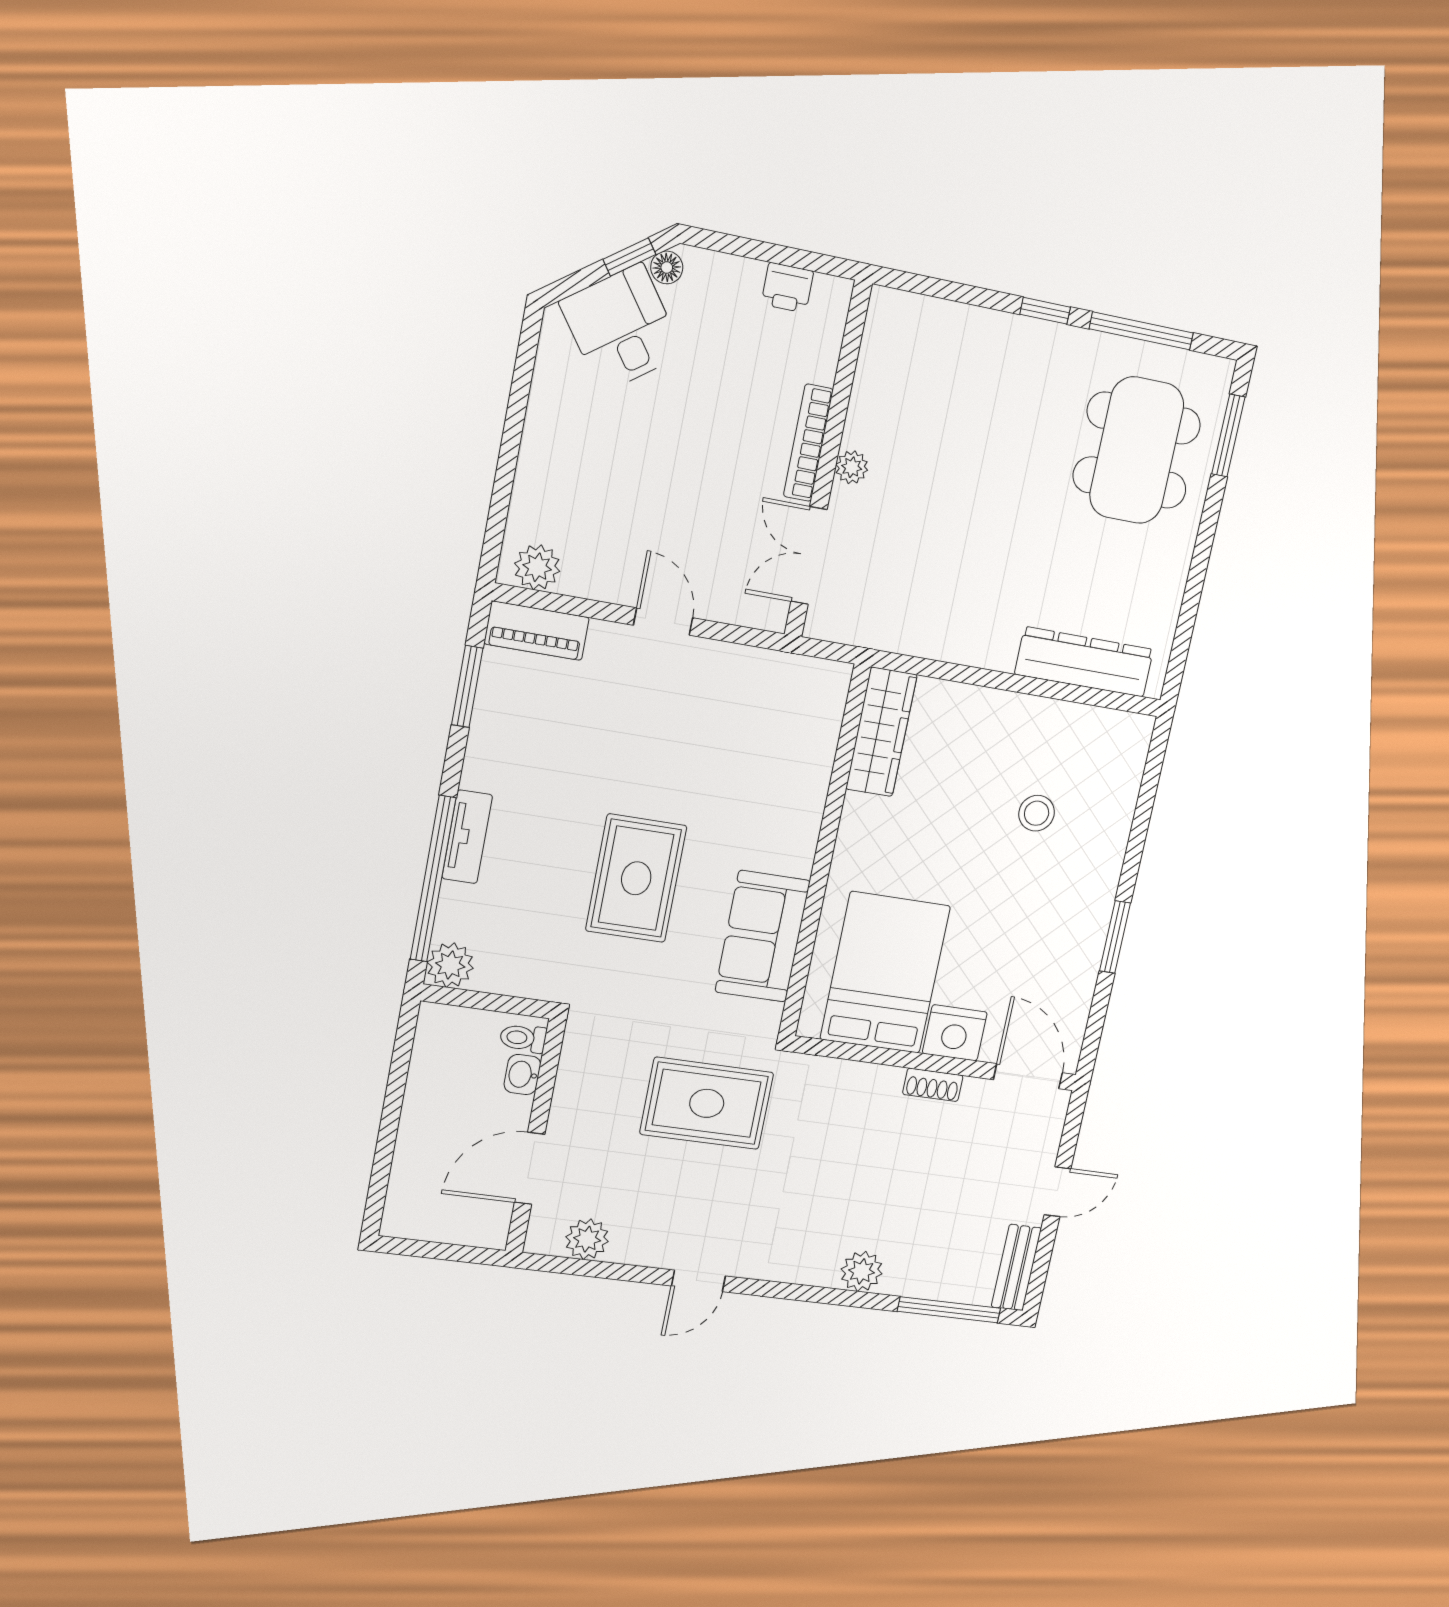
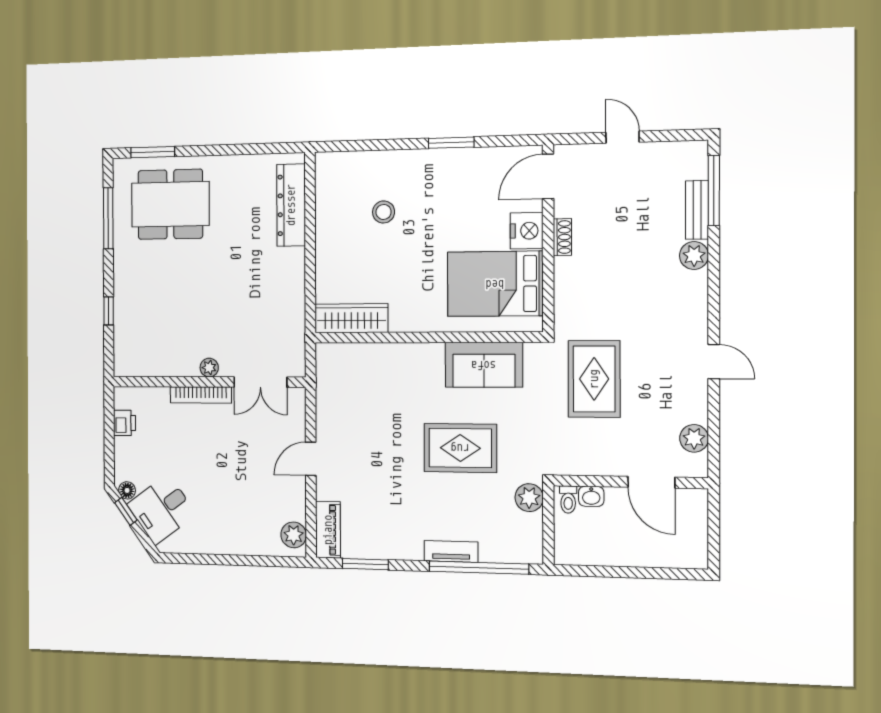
window: (1045, 311) -> (109, 311), moved
plant: (450, 965) -> (529, 498), moved
bench: (1016, 1268) -> (697, 210), moved, turned 90

